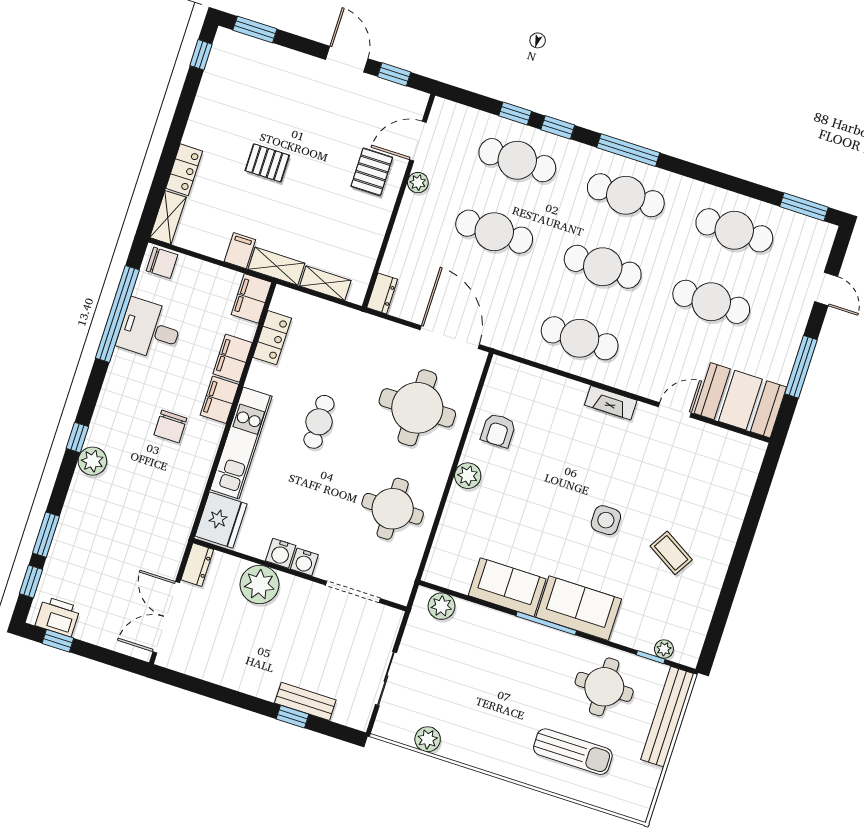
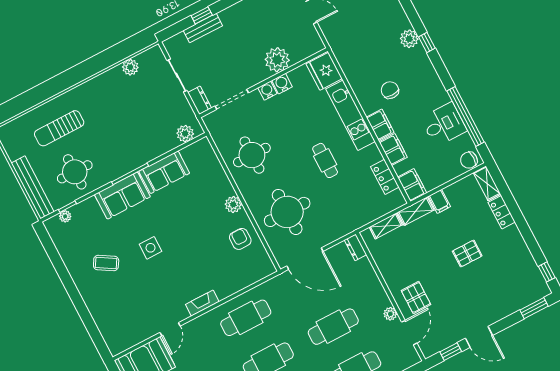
dresser: (197, 565) -> (200, 100), moved, turned 180

